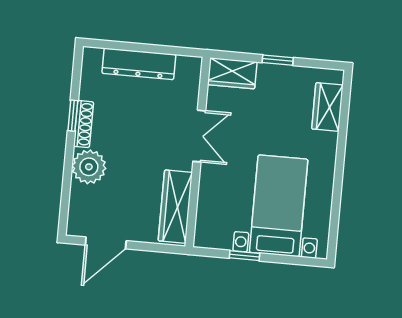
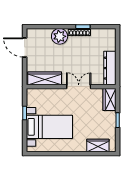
dresser: (139, 64) -> (110, 68), moved
double door: (199, 136) -> (79, 87), swing flipped

